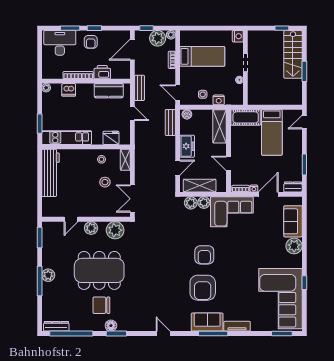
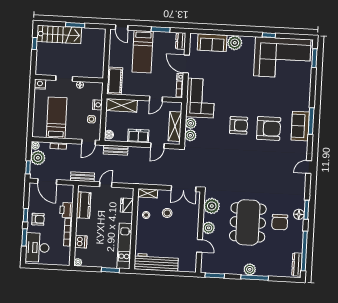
bed: (272, 132) -> (143, 52), moved, turned 90
door: (178, 168) -> (157, 146), swing flipped
tv unit: (237, 326) -> (306, 99), removed

